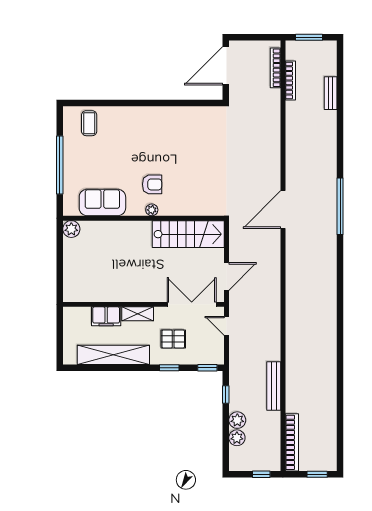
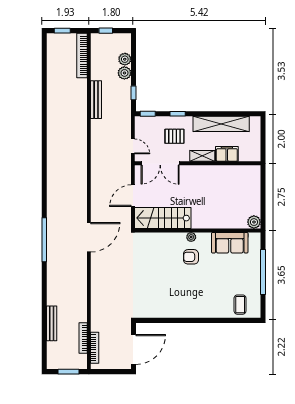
bench: (331, 93) -> (52, 323), width x1.36
door: (227, 277) -> (133, 196), moved

